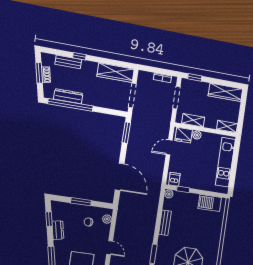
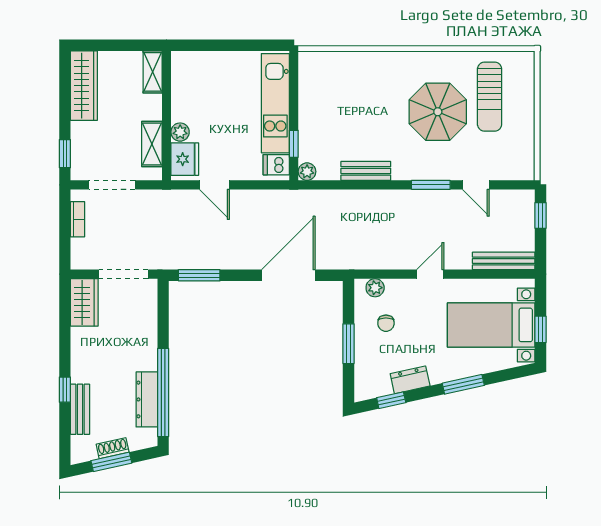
wardrobe: (116, 73) -> (84, 302), width x0.67
kitchen unit: (225, 162) -> (275, 103), moved, turned 90
barbecue: (210, 203) -> (313, 85), removed

